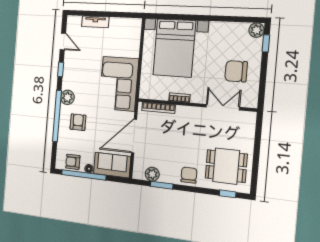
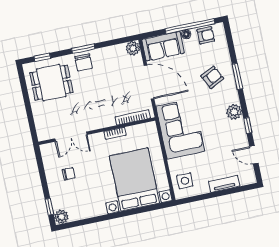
side table: (129, 34) -> (185, 181), added
chair: (236, 71) -> (69, 174), width x0.54, depth x0.54
plant: (67, 97) -> (234, 112), moved
window: (57, 116) -> (237, 76), width x0.47
armchair: (78, 122) -> (212, 77), turned -117
door: (134, 136) -> (149, 82), hinge flipped
plant: (152, 174) -> (133, 48), moved
window: (162, 185) -> (83, 49), moved

